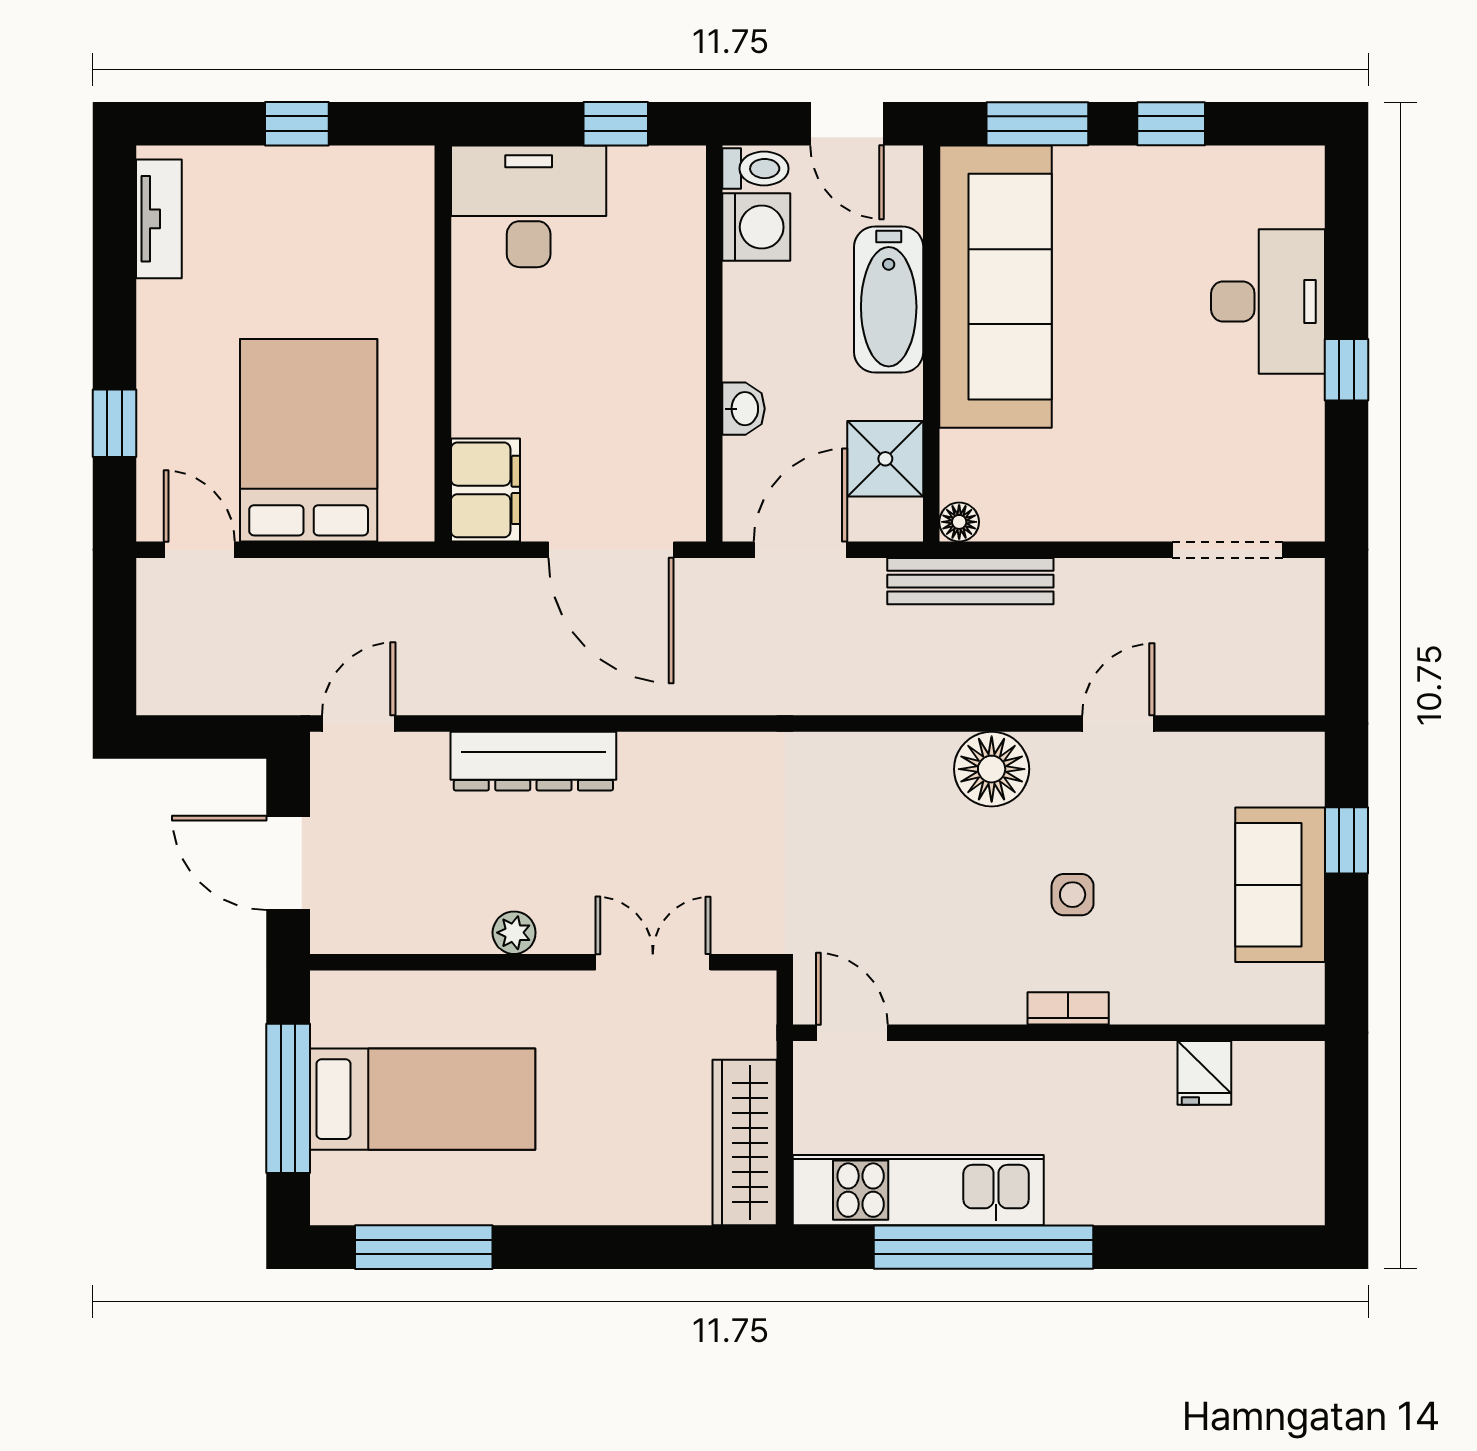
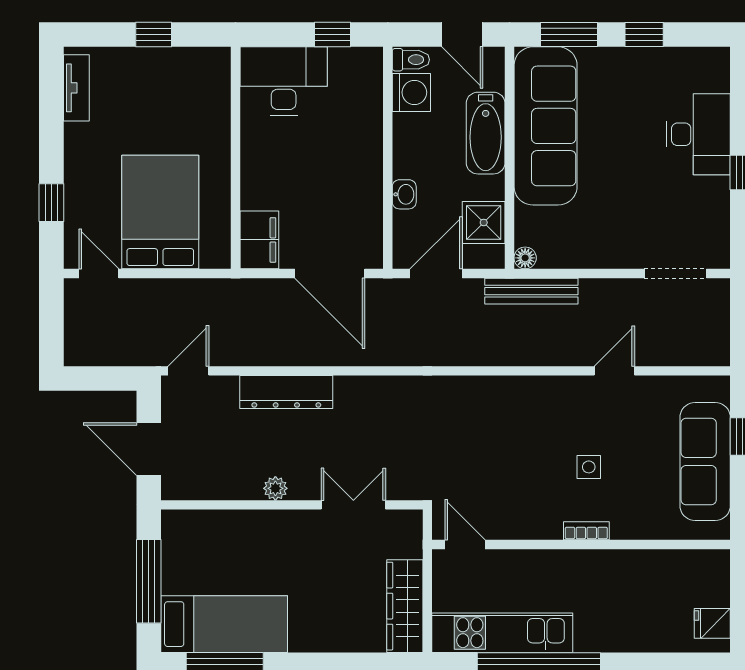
floor lamp: (992, 769) -> (543, 397), removed
sofa: (1280, 885) -> (705, 461), width x1.36
fridge: (1204, 1073) -> (712, 623), moved, turned 90
bed: (423, 1099) -> (224, 624), moved

